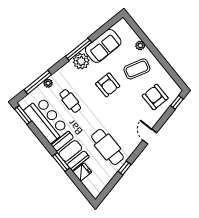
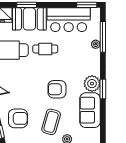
window: (78, 49) -> (103, 89), width x0.69
cafe table: (70, 101) -> (45, 49), moved

